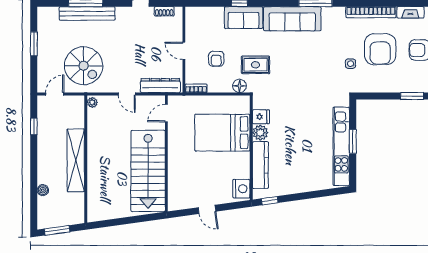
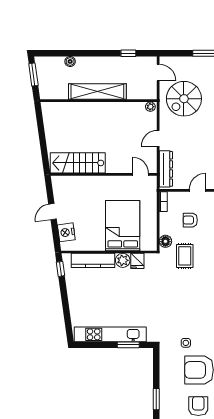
window: (353, 141) -> (128, 345), moved
stairs: (148, 171) -> (78, 163), width x0.73, depth x0.66
nightstand: (241, 189) -> (66, 232), moved, turned 82

